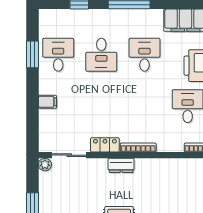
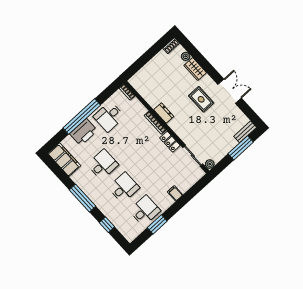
desk: (58, 55) -> (145, 211), turned 180
desk: (144, 55) -> (103, 165), turned 180
dresser: (121, 165) -> (164, 113), moved

